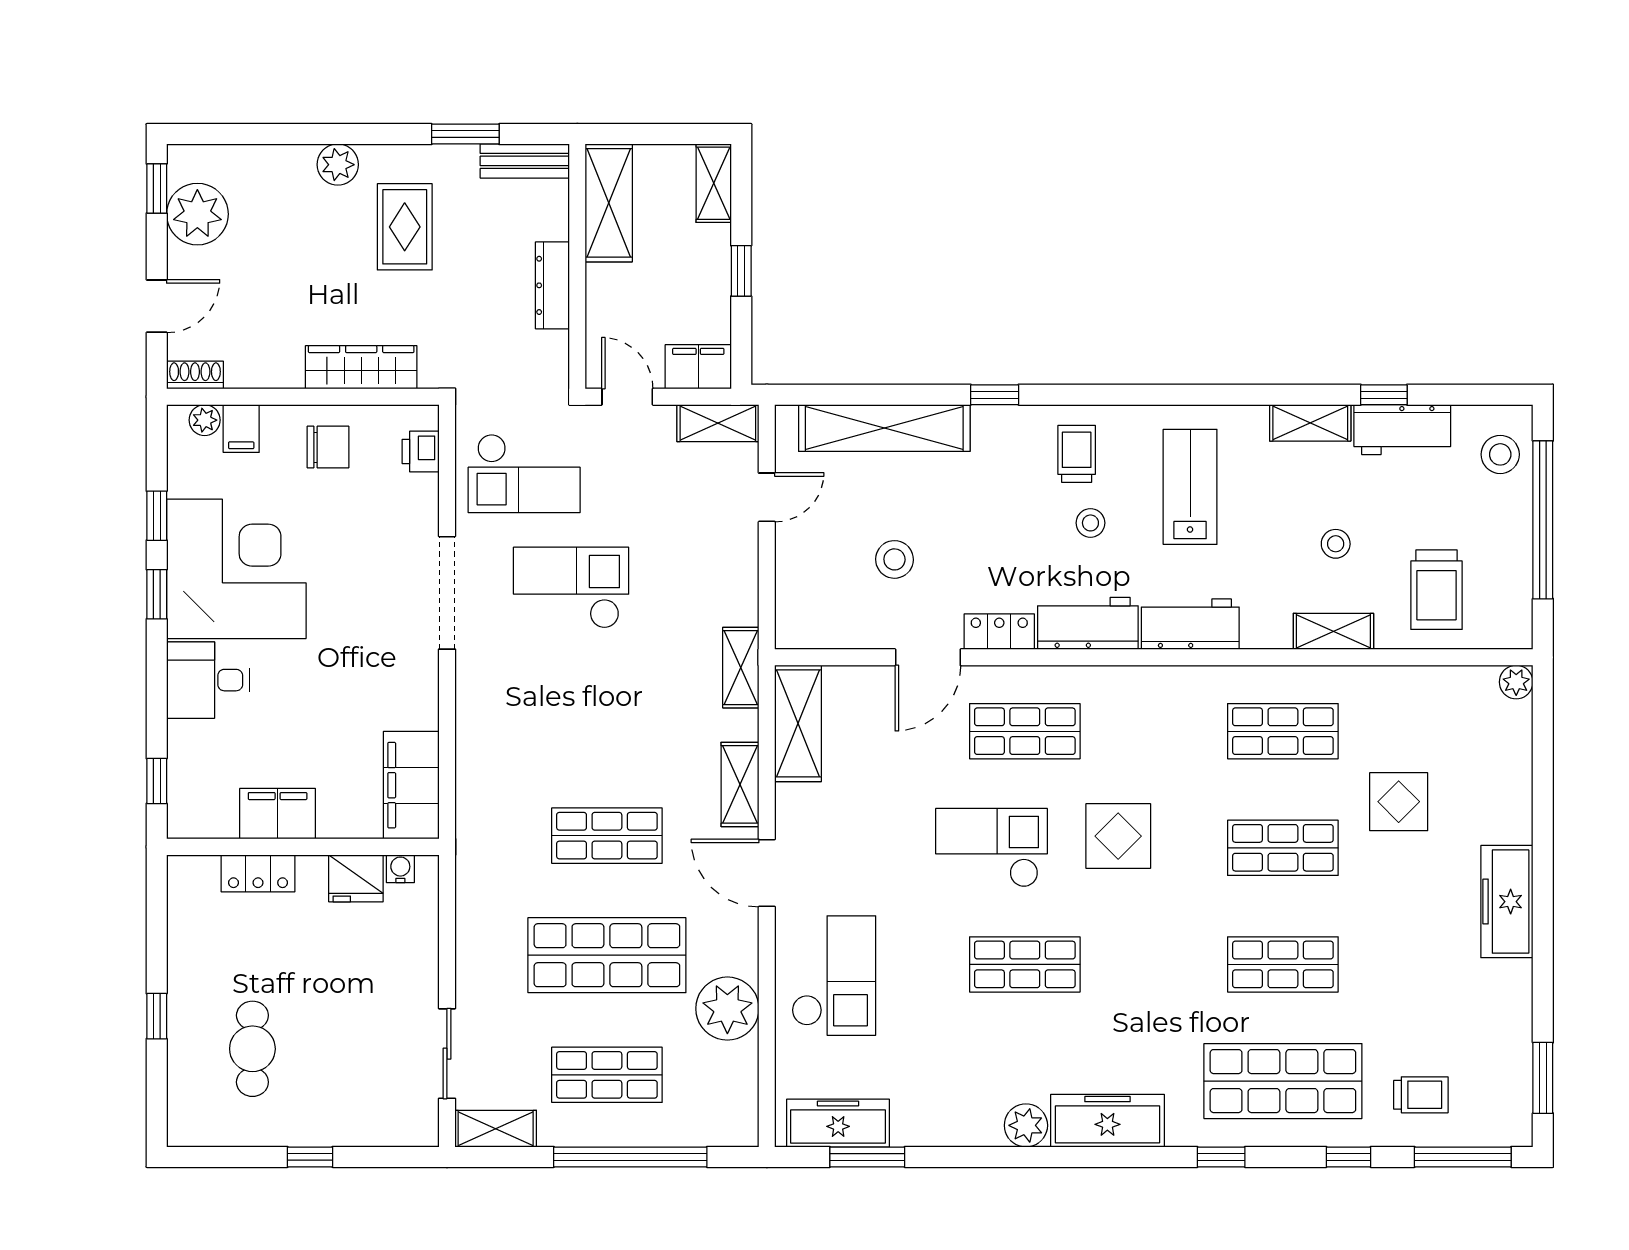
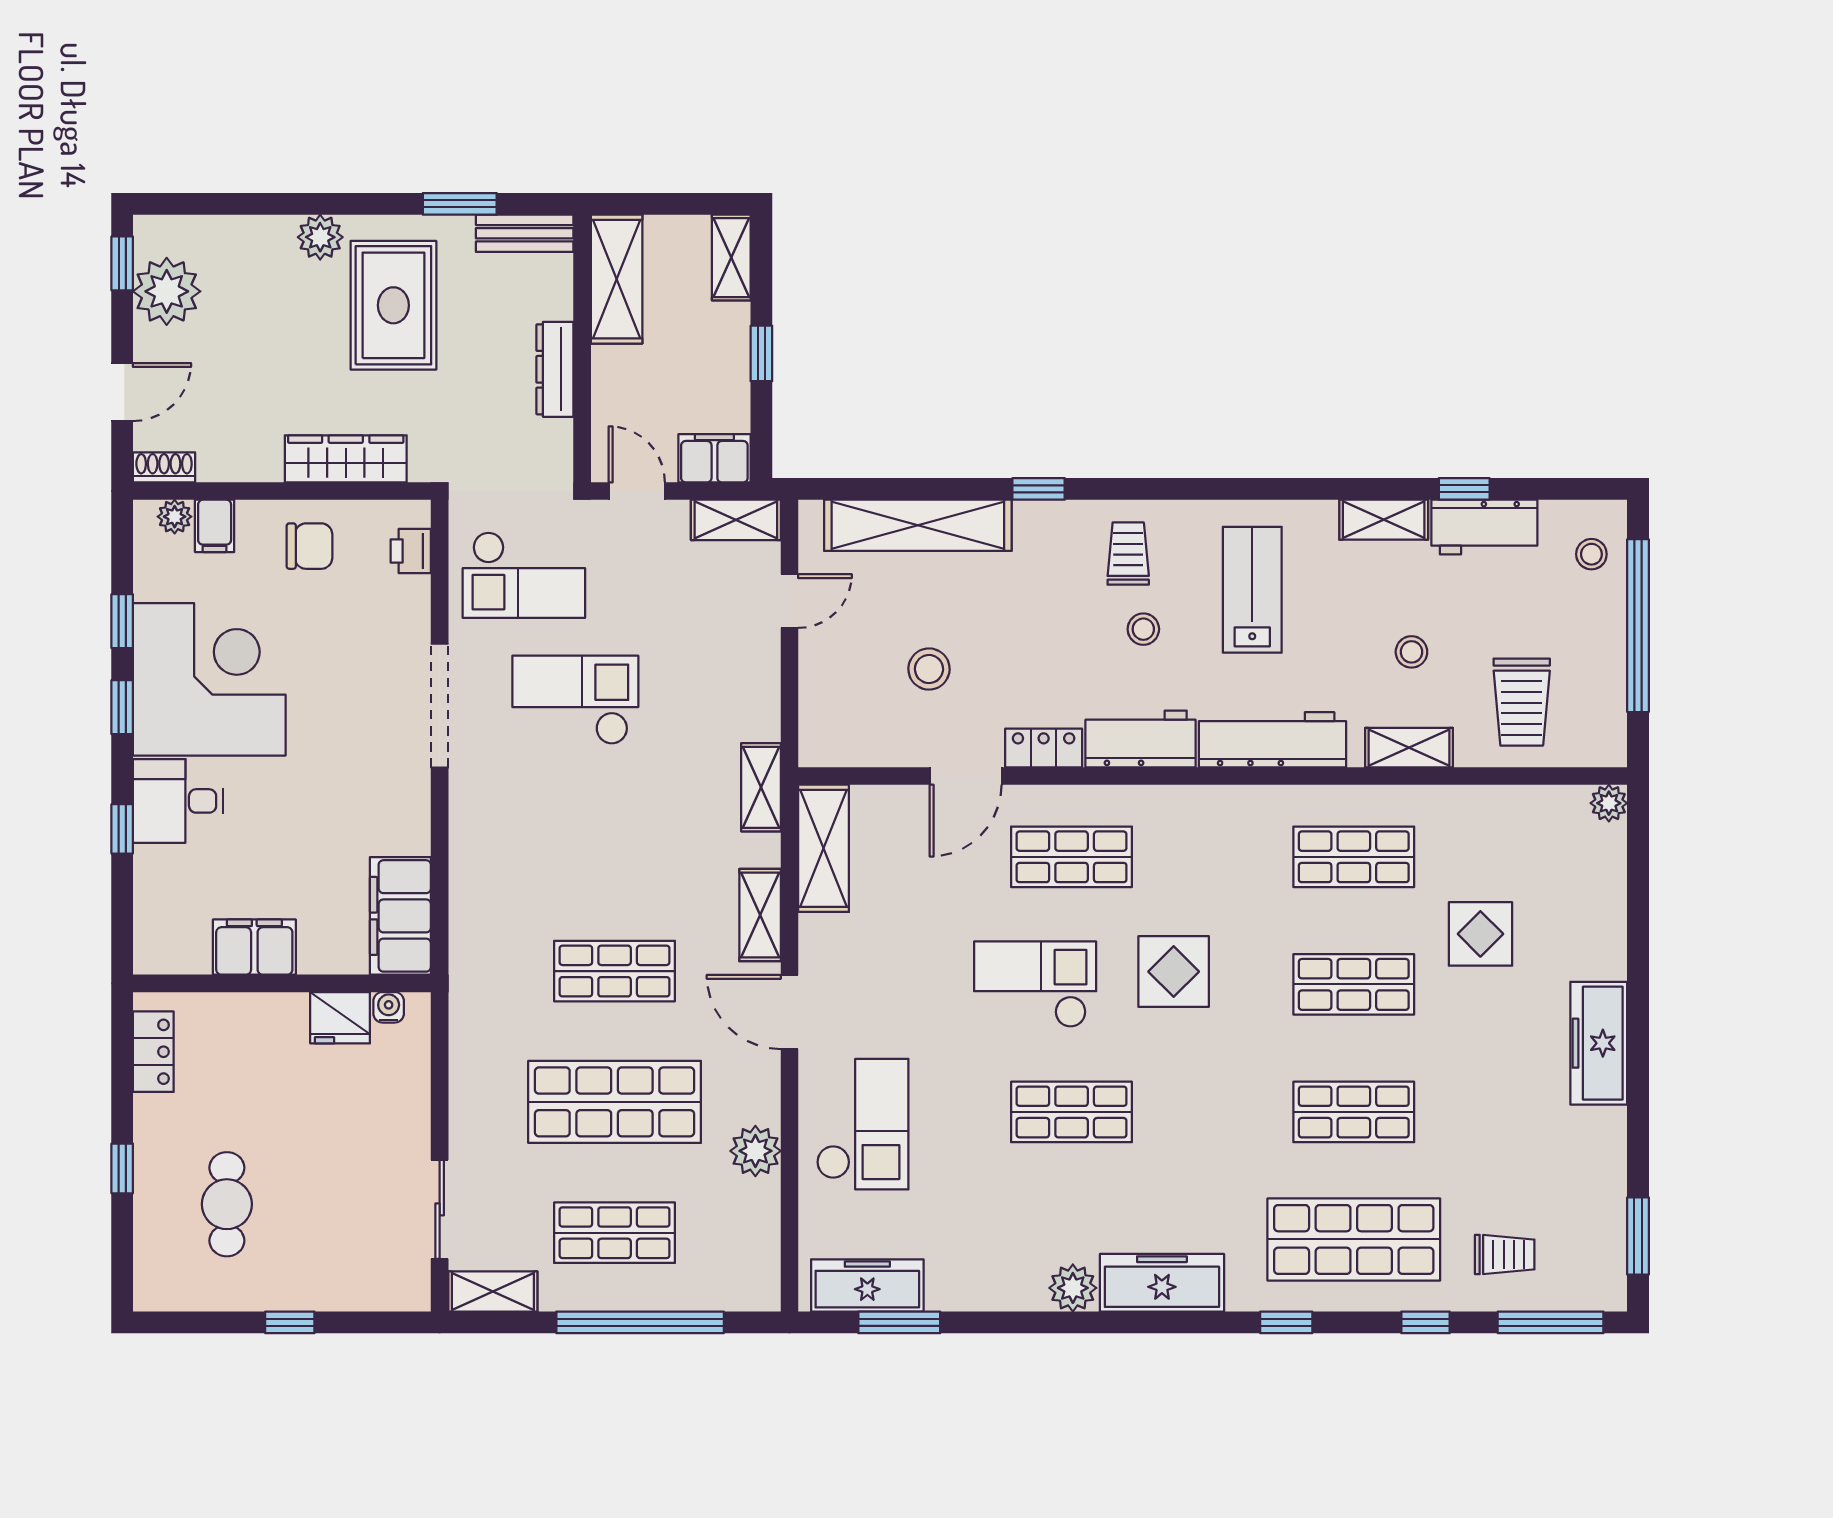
rug: (405, 227) -> (393, 305), width x1.36, depth x1.43
stool: (1500, 454) -> (1591, 554), width x0.73, depth x0.73
workbench: (1190, 624) -> (1273, 740), width x1.38
window: (157, 781) -> (122, 829), moved
locker: (258, 873) -> (153, 1052), moved, turned -90
plant: (727, 1009) -> (755, 1151), width x0.73, depth x0.73

